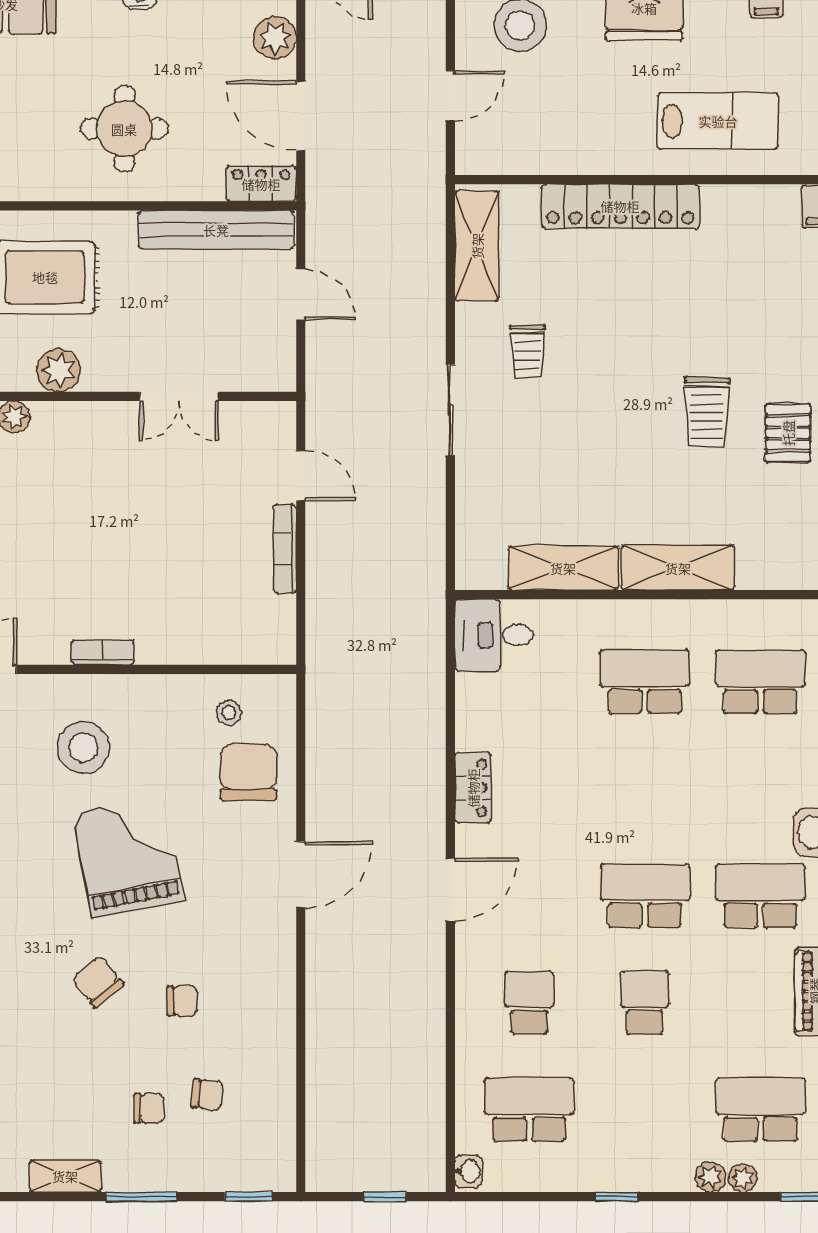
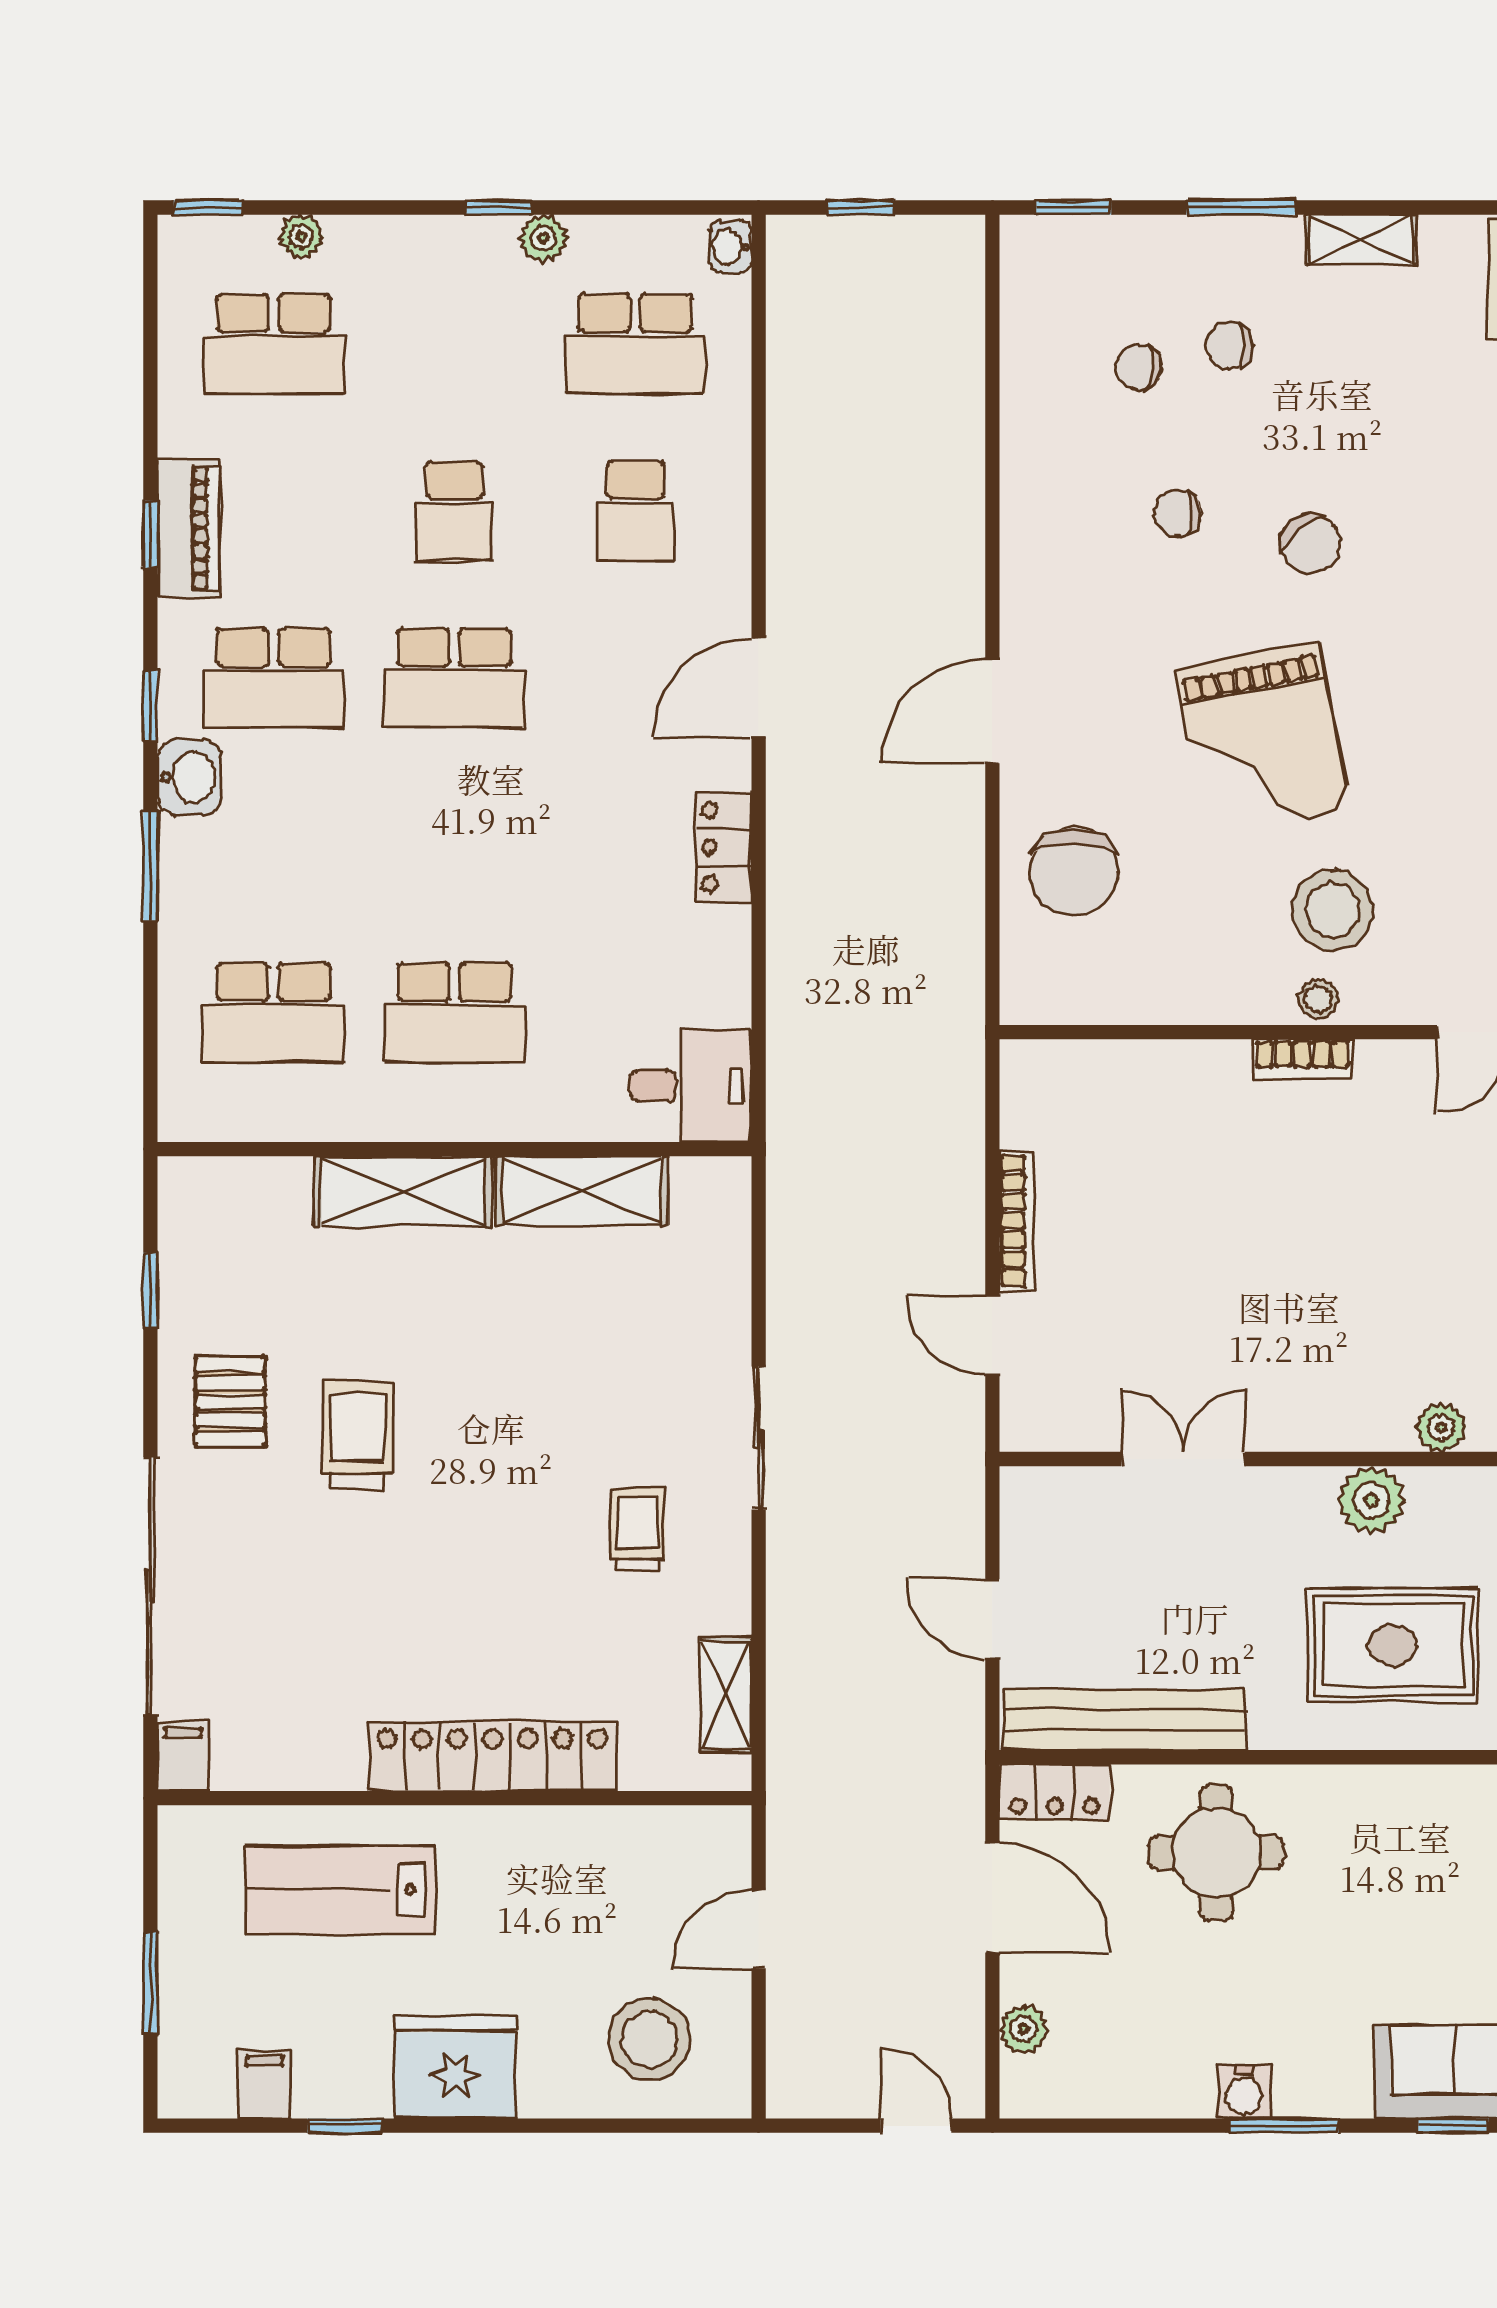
plant: (275, 38) -> (1024, 2029), width x0.73, depth x0.73
round table: (124, 129) -> (1216, 1853), moved
shelving: (477, 246) -> (726, 1695), width x0.67, depth x0.75
stool: (229, 713) -> (1318, 999), moved
plant: (711, 1177) -> (544, 238), moved

